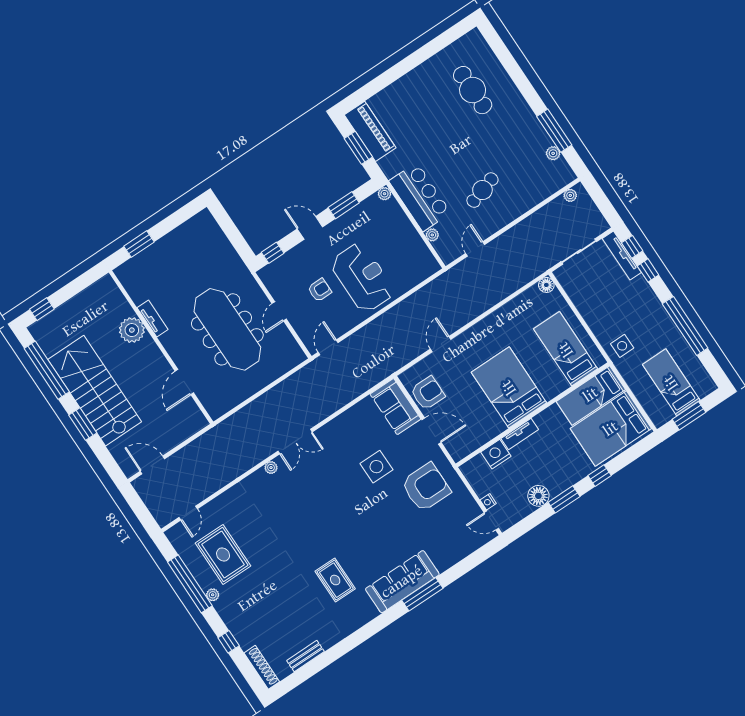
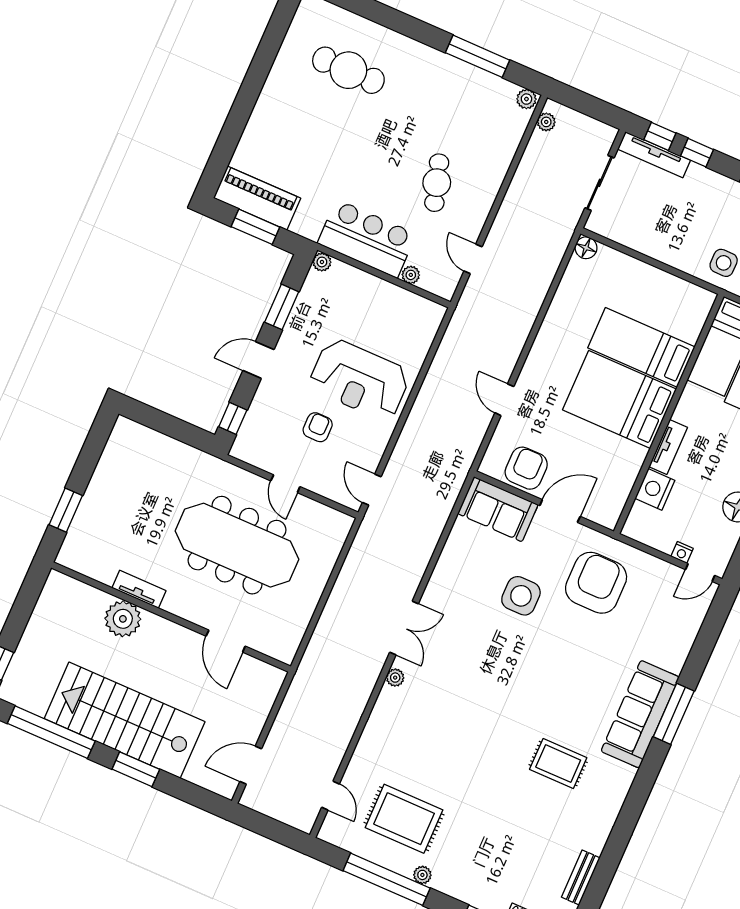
plant: (553, 153) -> (526, 99), moved
reception desk: (362, 278) -> (360, 379), turned 180
bed: (566, 349) -> (641, 347), moved

